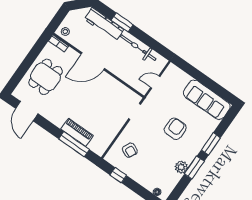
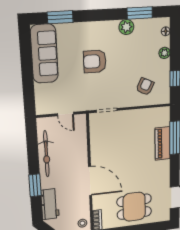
workbench: (104, 24) -> (50, 204), width x0.73
window: (211, 144) -> (60, 17), moved
window: (194, 168) -> (140, 13), moved
plant: (143, 181) -> (164, 53), added

